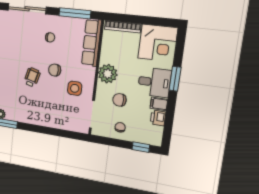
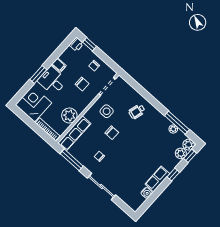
plant: (108, 74) -> (69, 115), moved
wheelchair: (32, 77) -> (137, 111), moved
printer: (158, 118) -> (76, 44), moved

